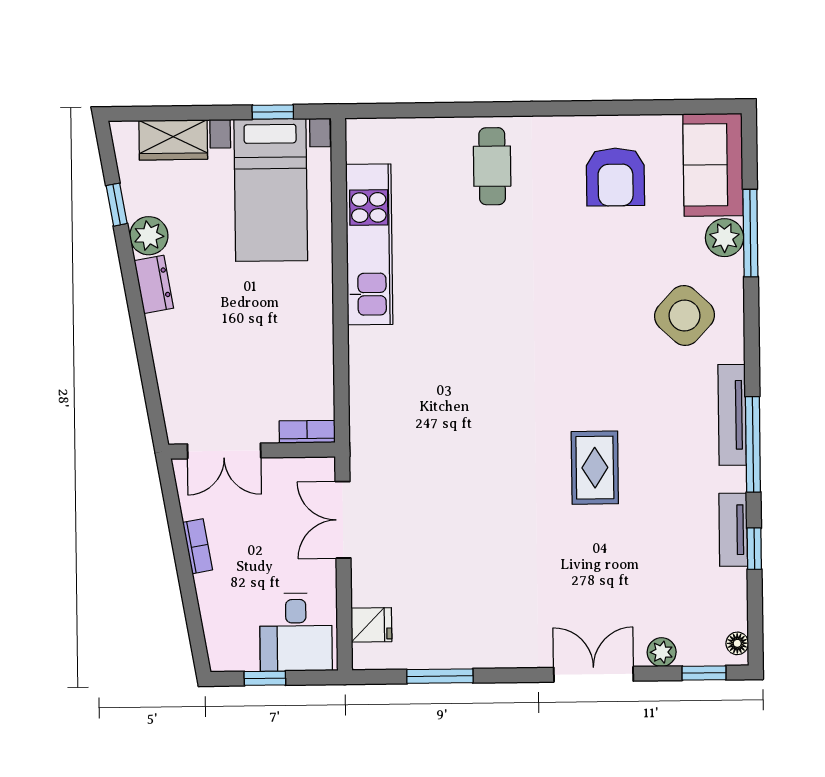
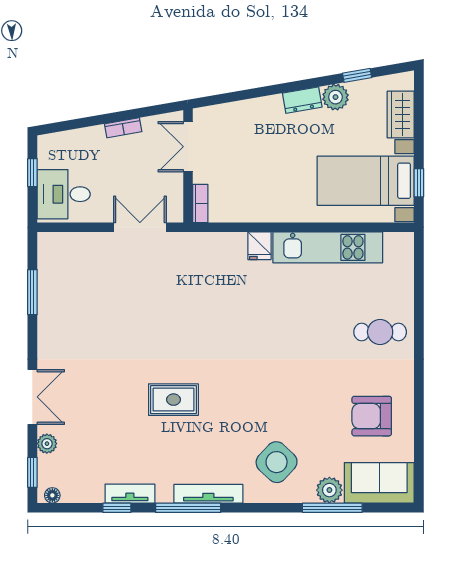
fridge: (371, 625) -> (259, 246), moved

